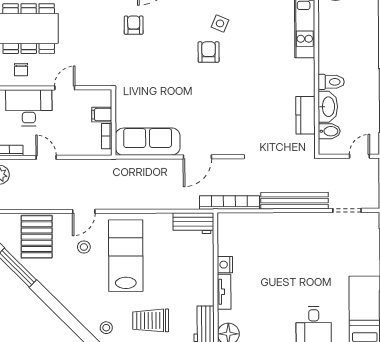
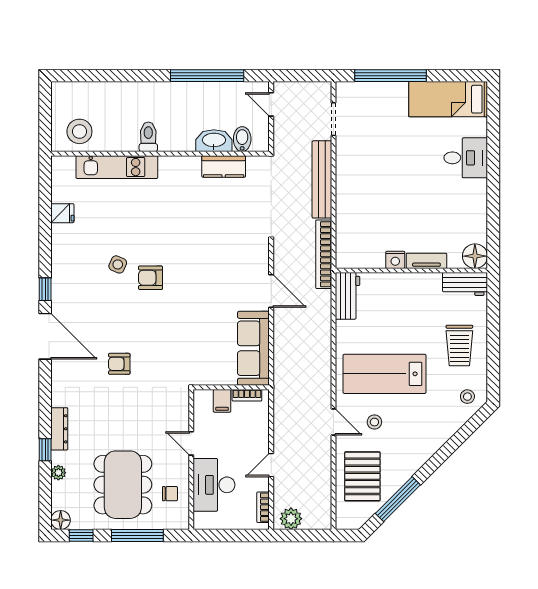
toilet: (331, 82) -> (148, 137), moved
pallet: (37, 237) -> (362, 476), turned 90

